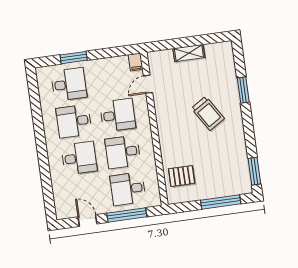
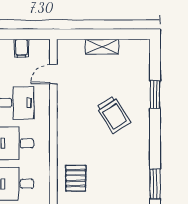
filing cabinet: (136, 62) -> (21, 48), moved
pallet: (182, 176) -> (76, 178), turned 90

